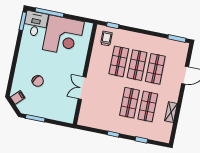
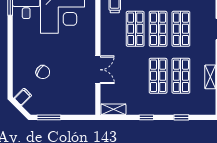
double door: (82, 88) -> (98, 70), swing flipped
shelving: (88, 122) -> (113, 109), added

